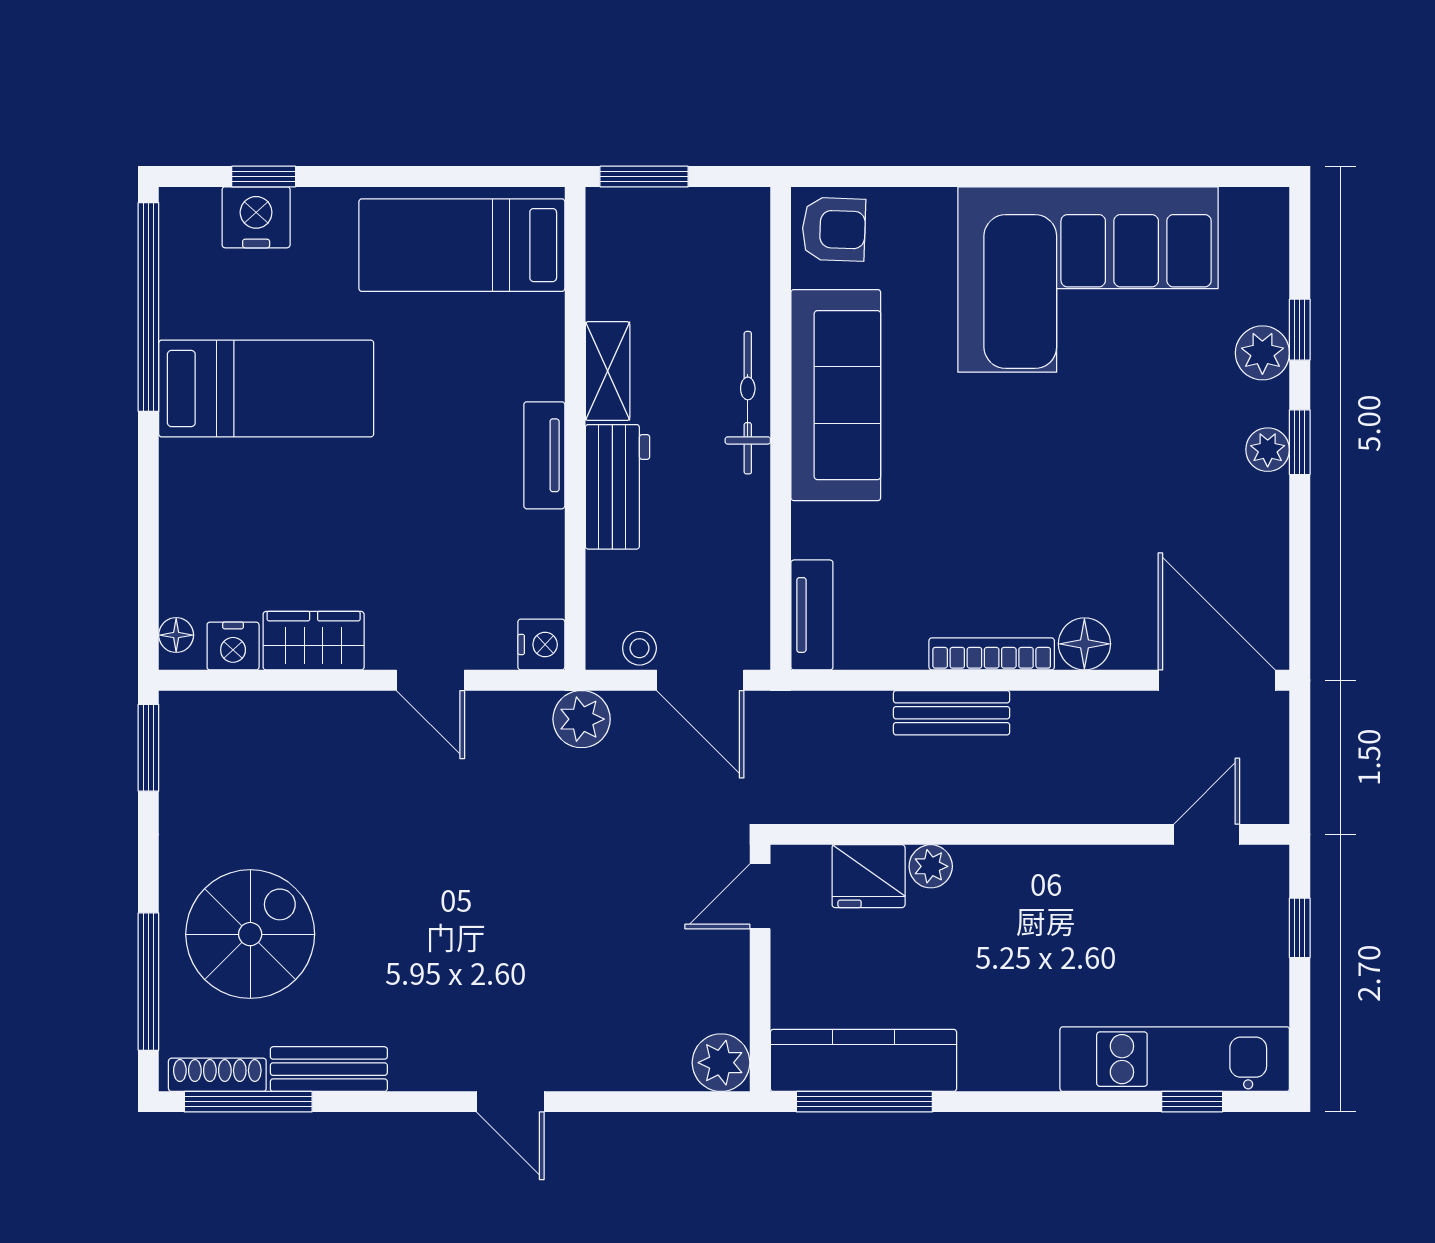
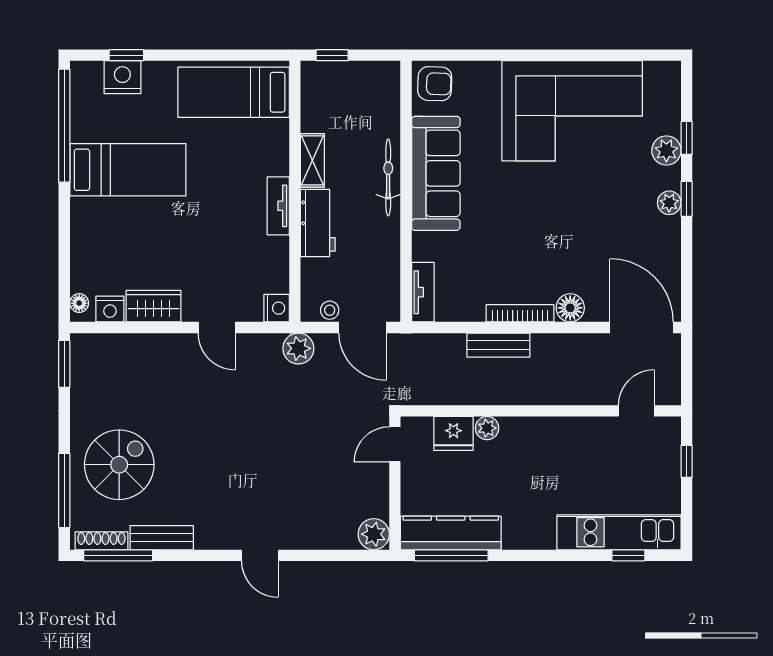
window: (644, 177) -> (332, 55), width x0.67

